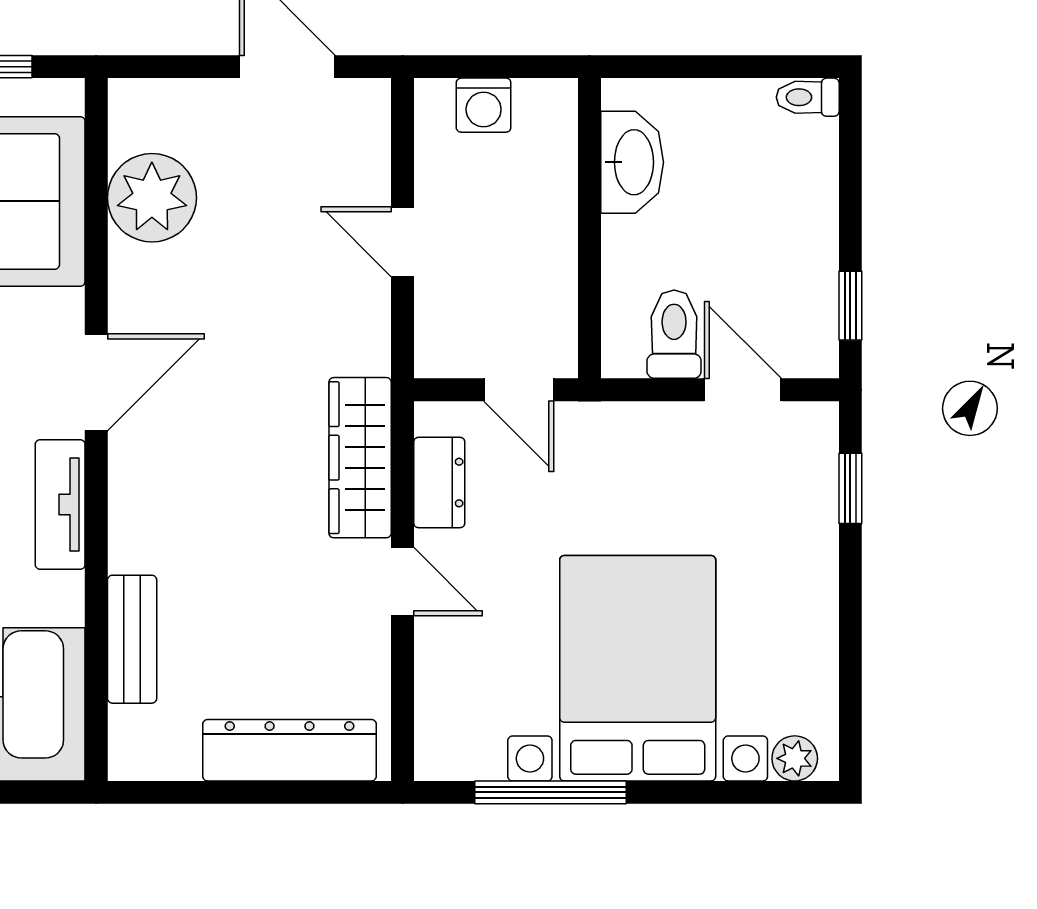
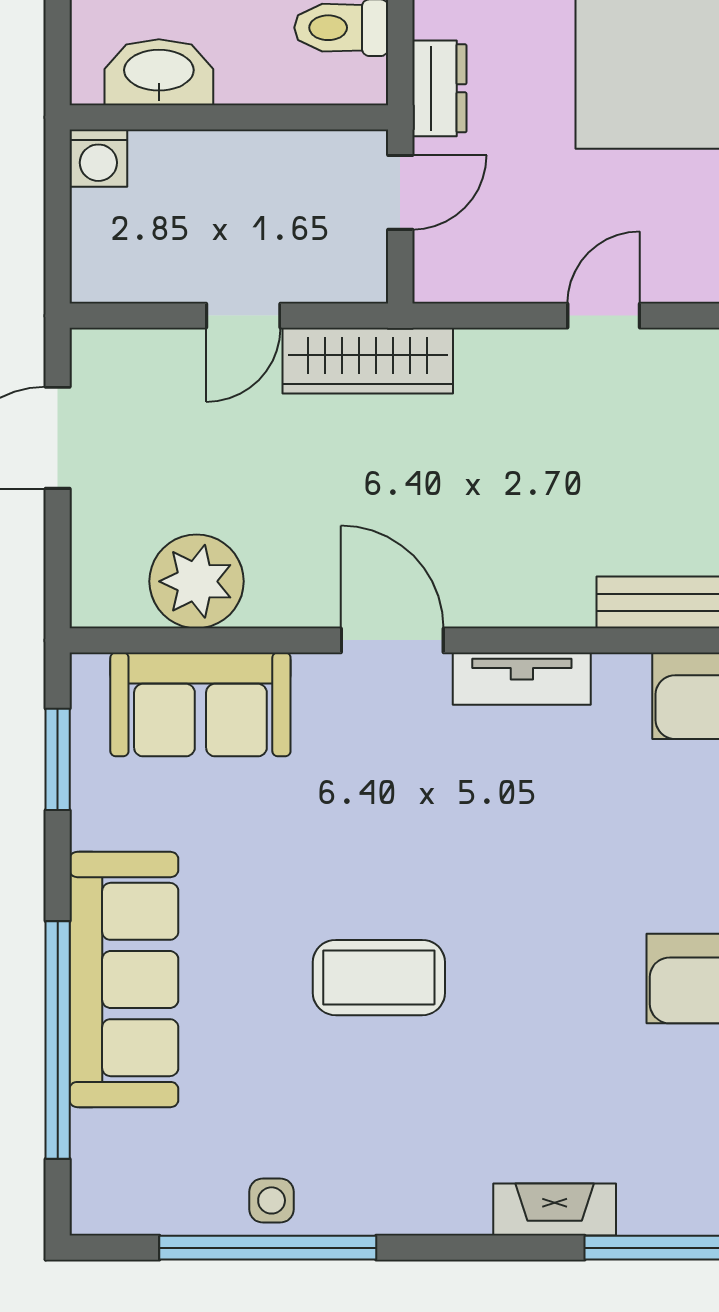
washing machine: (484, 105) -> (98, 158), moved, turned 90
wardrobe: (360, 458) -> (368, 361), moved
dresser: (439, 483) -> (439, 88), moved, turned 90

